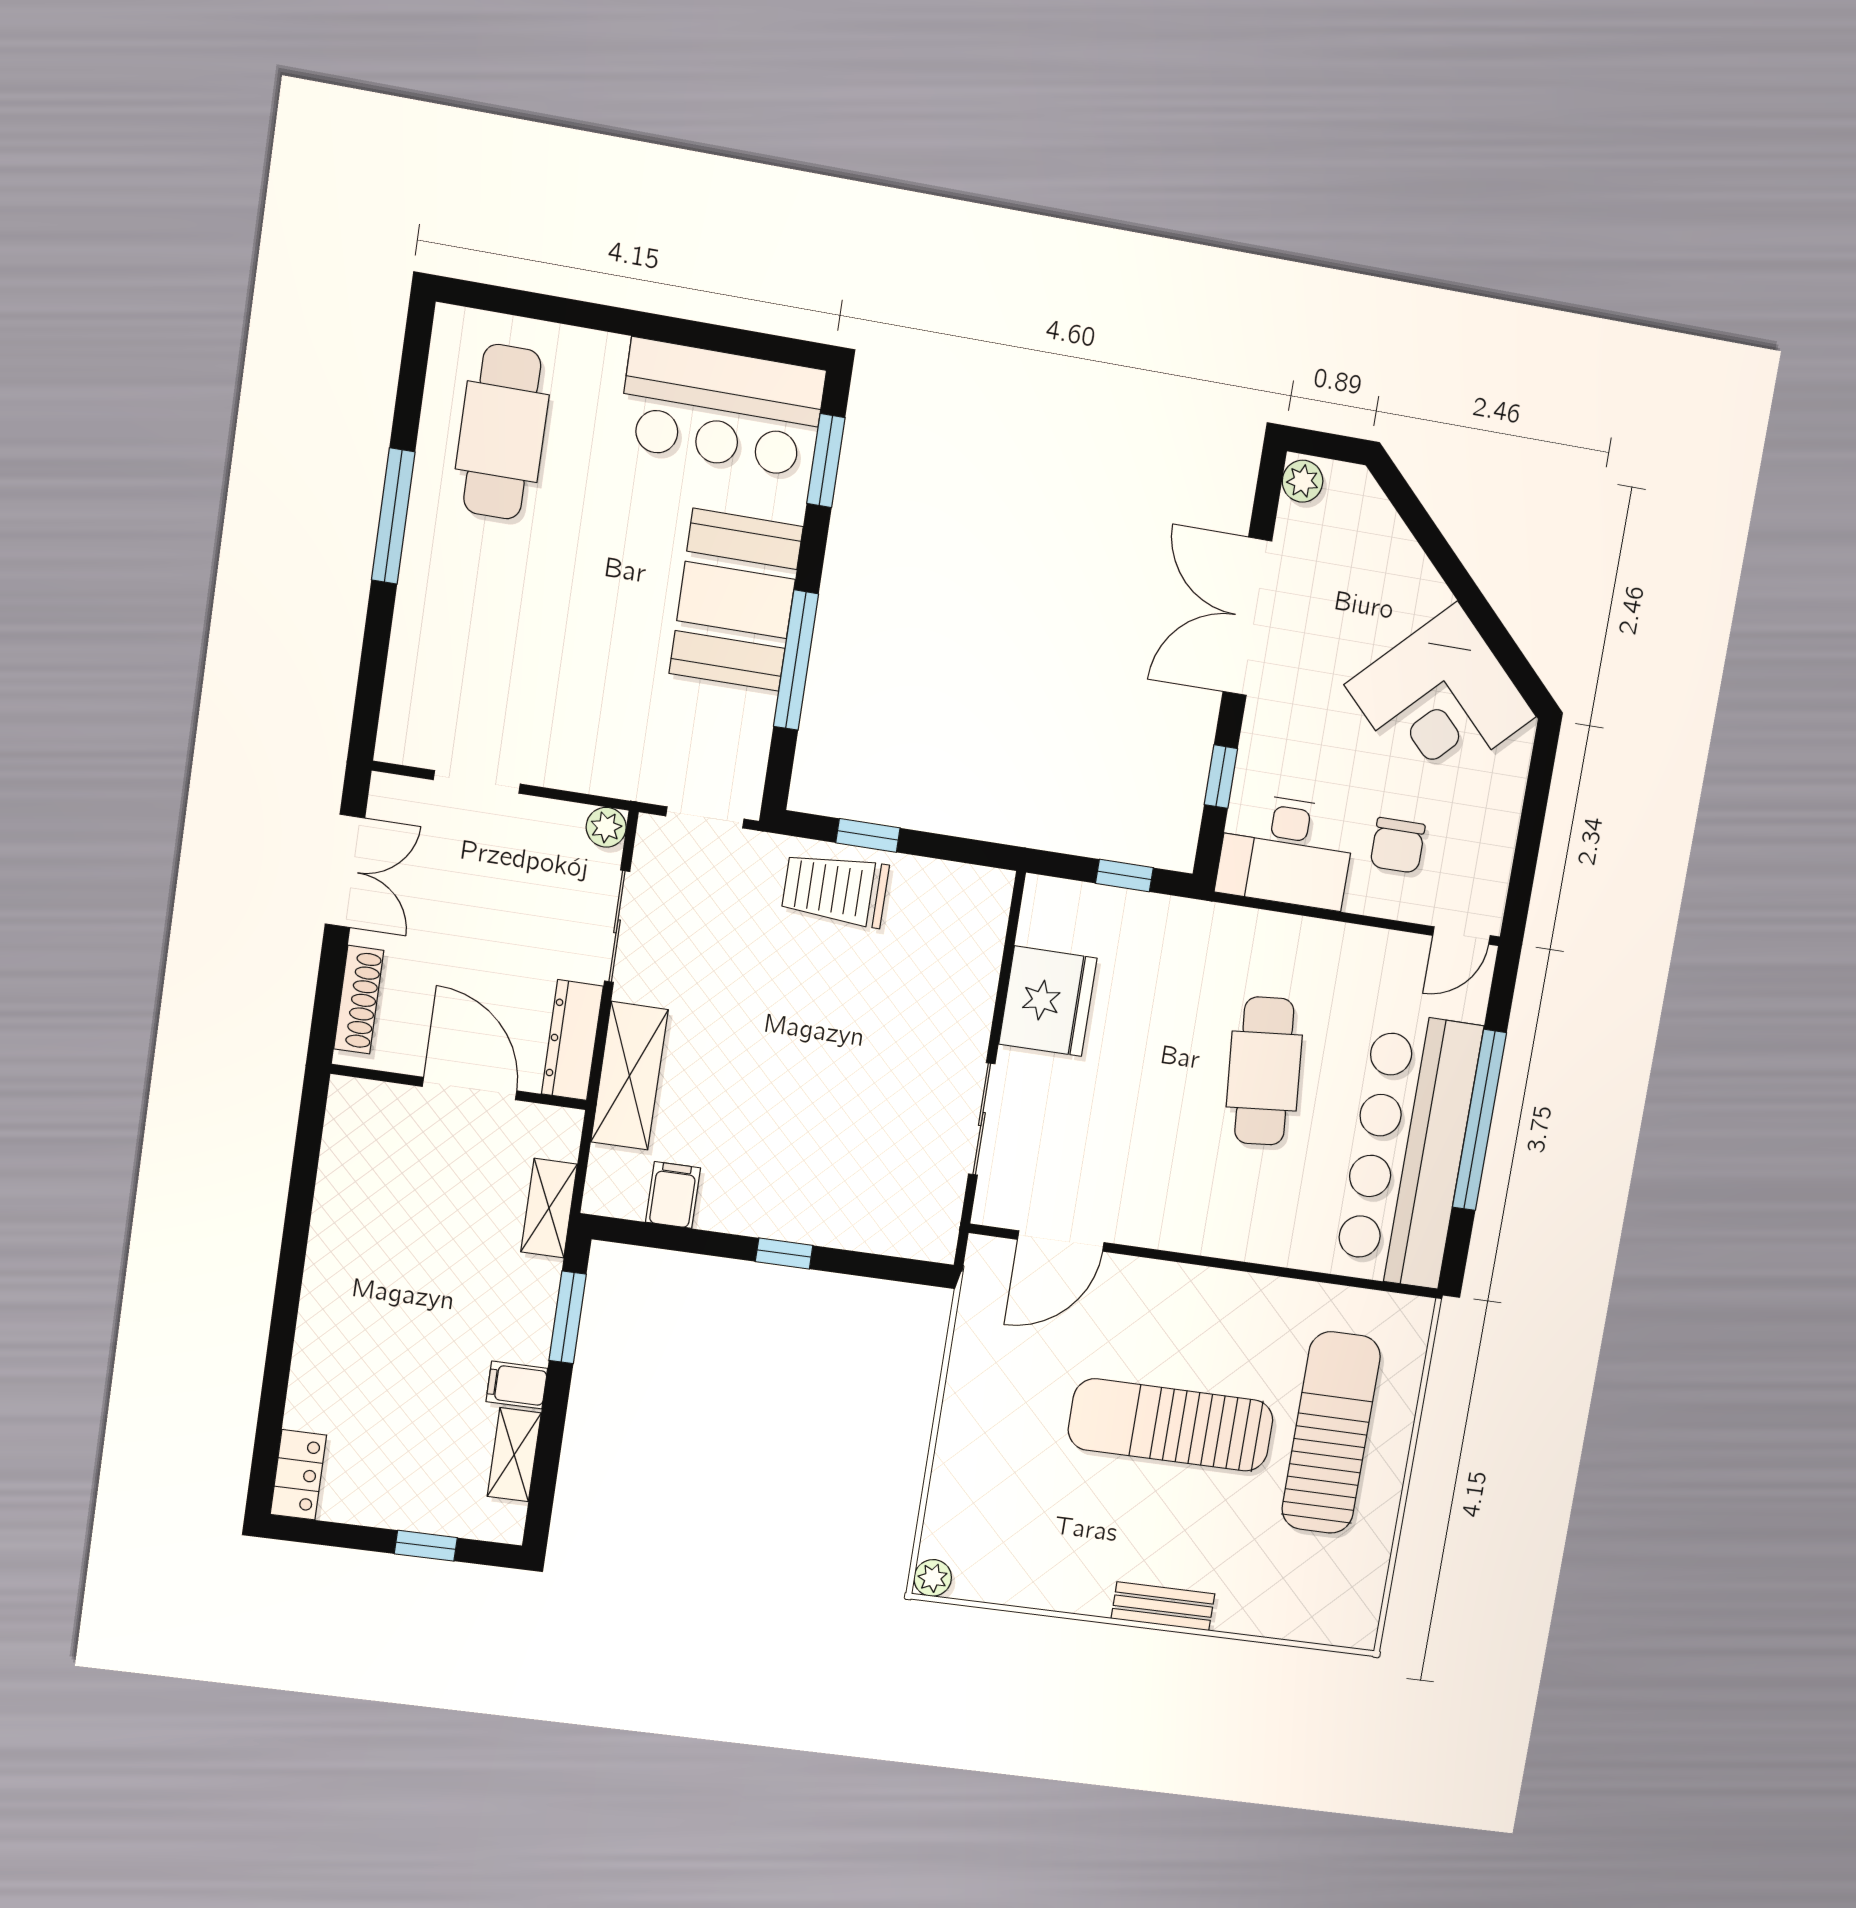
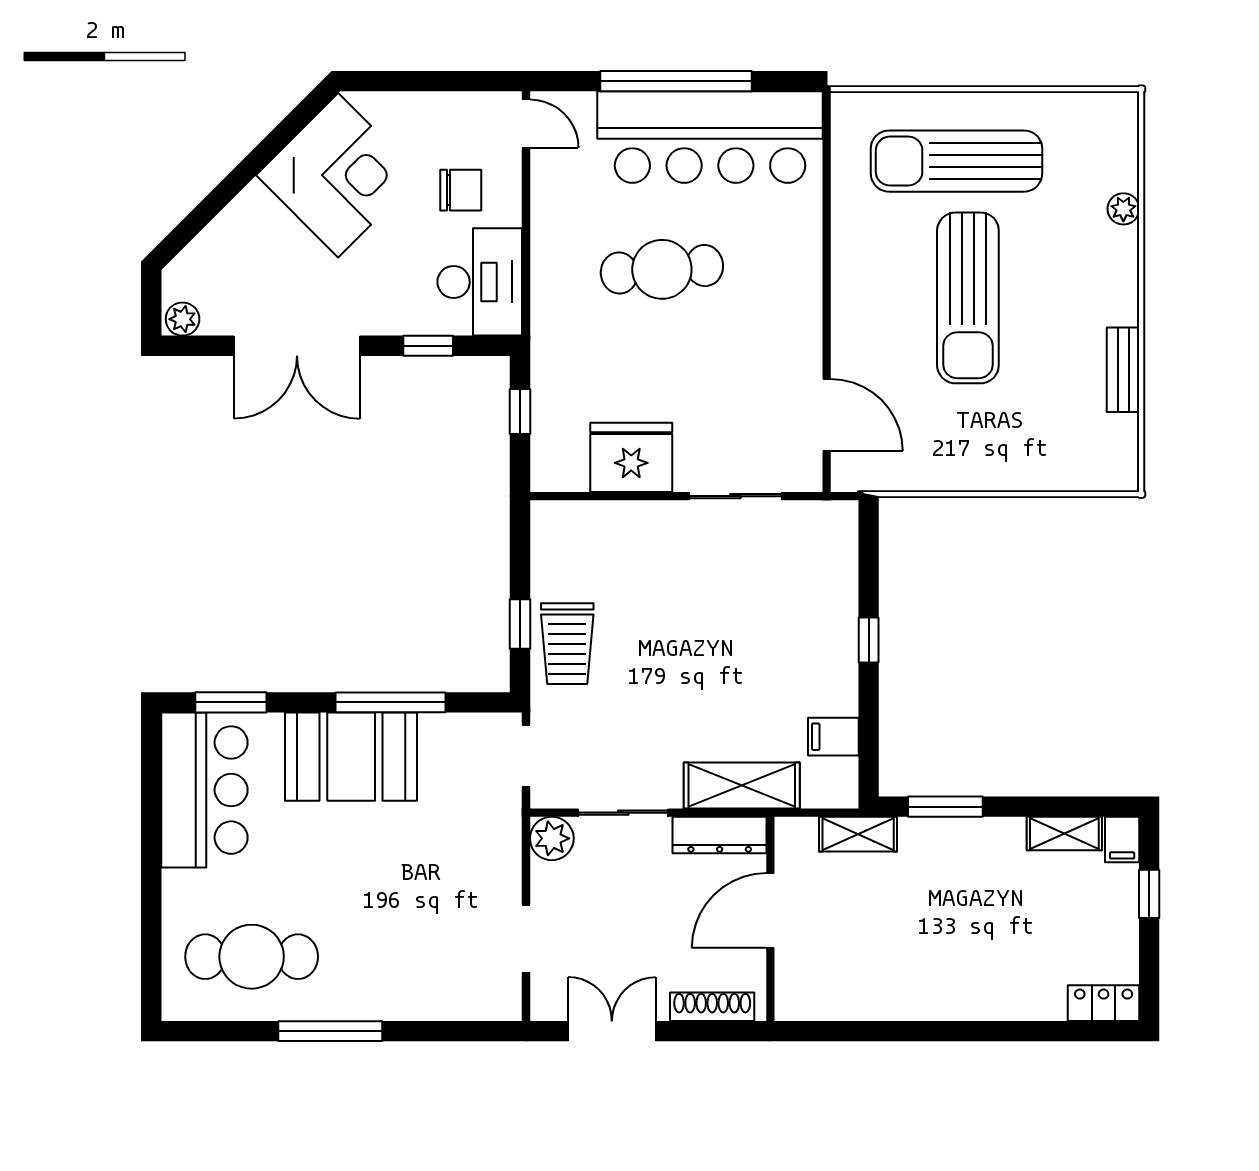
plant: (606, 827) -> (552, 838), width x1.38, depth x1.38
filing cabinet: (517, 1385) -> (1122, 839), moved
plant: (933, 1578) -> (1123, 209), moved
bench: (1163, 1606) -> (1123, 370), moved

